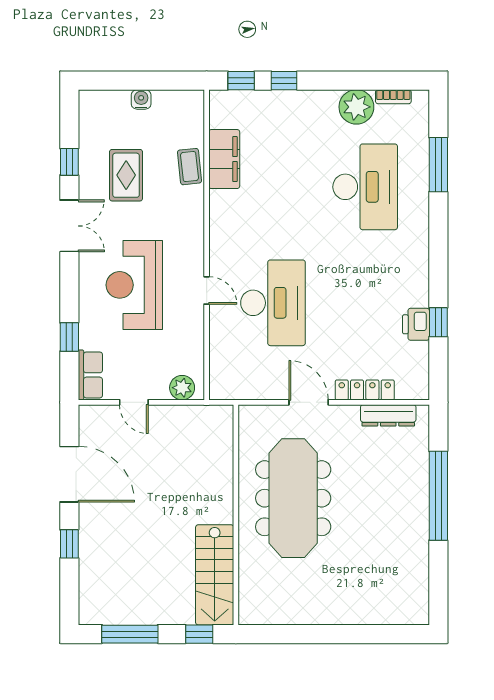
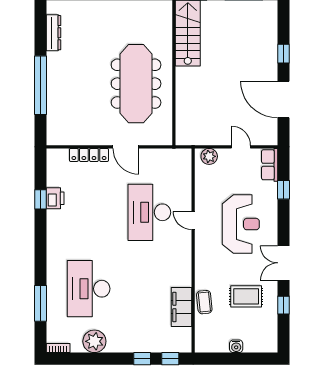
bookcase: (393, 97) -> (58, 348), moved
rug: (126, 175) -> (246, 296), turned 90
dresser: (388, 415) -> (53, 33), moved, turned 90

